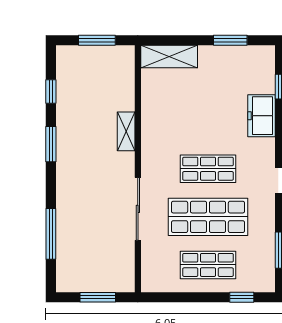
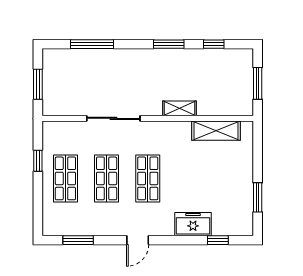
shelving: (169, 56) -> (216, 131), moved, turned 90
shop shelf: (208, 217) -> (107, 178), width x0.70, depth x0.74
window: (242, 297) -> (38, 161), moved

